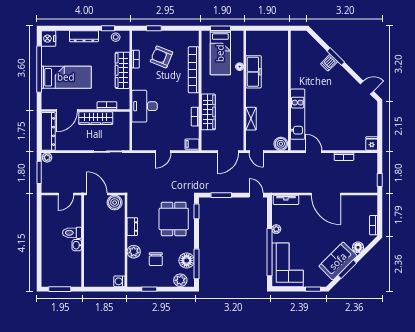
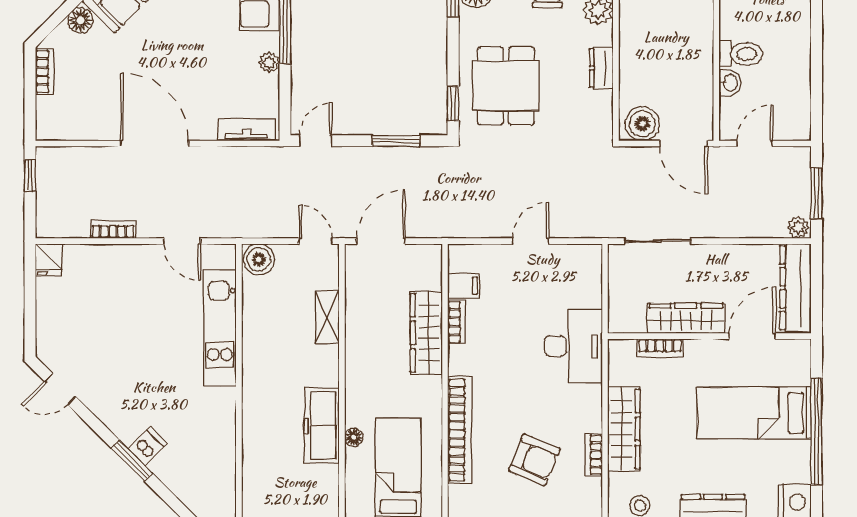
filing cabinet: (192, 144) -> (464, 286), moved
door: (256, 195) -> (316, 141), swing flipped
washbasin: (77, 245) -> (730, 83), moved

